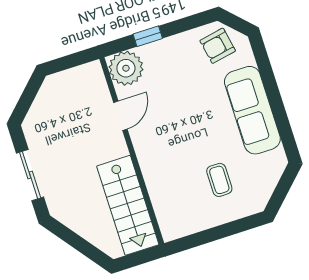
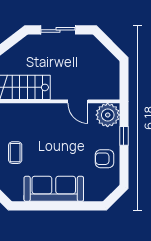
armchair: (218, 46) -> (104, 159), moved, turned -79
coffee table: (219, 180) -> (15, 153), turned 90

